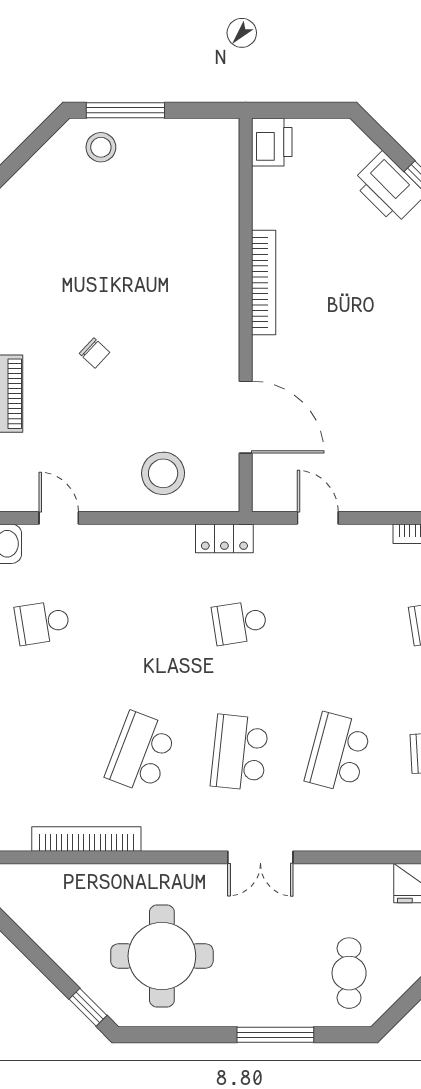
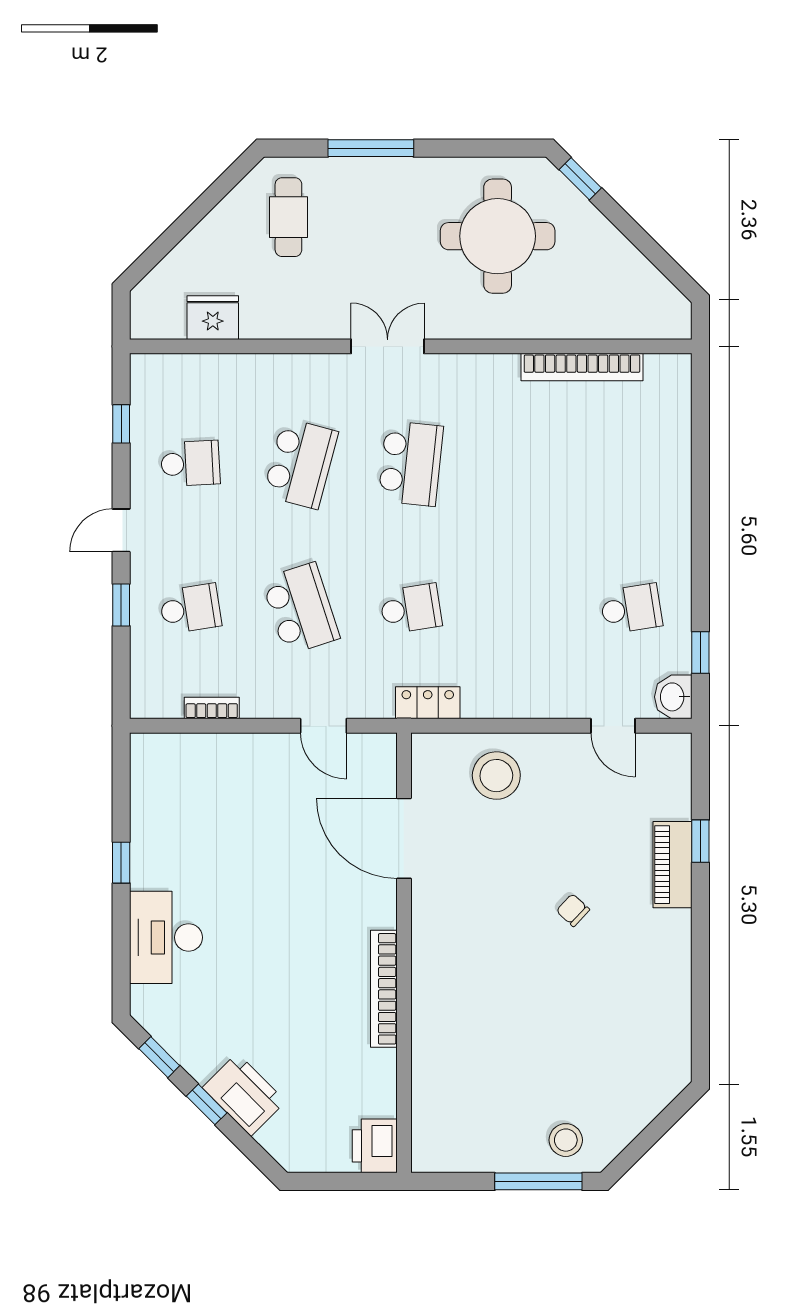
school desk: (141, 753) -> (301, 609), moved, turned -39

